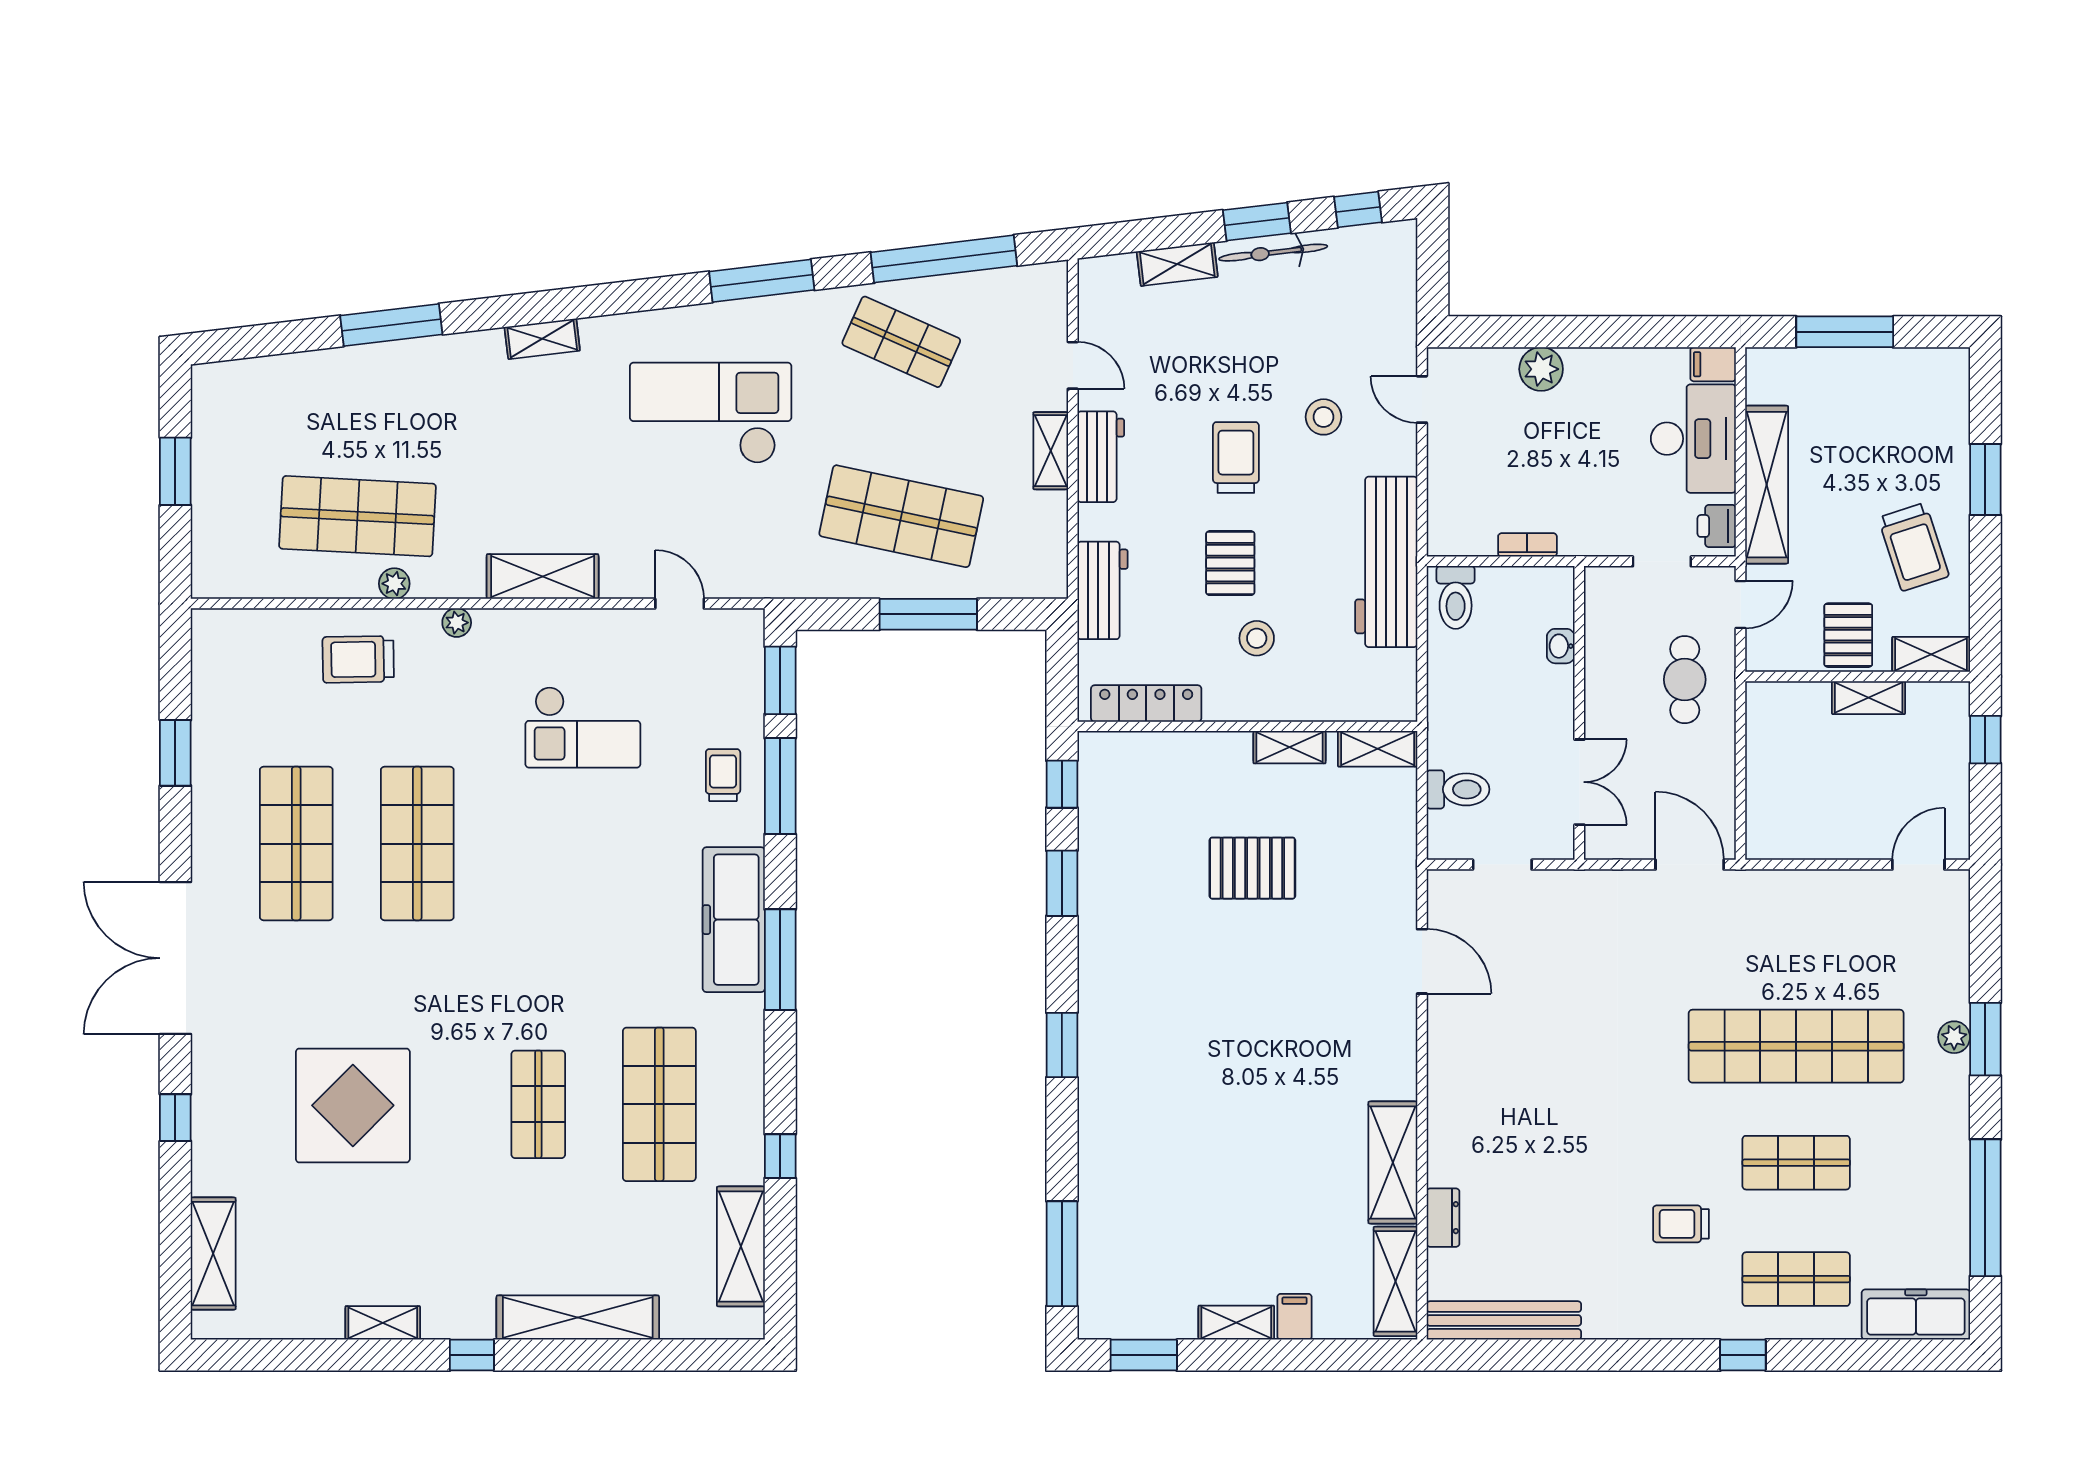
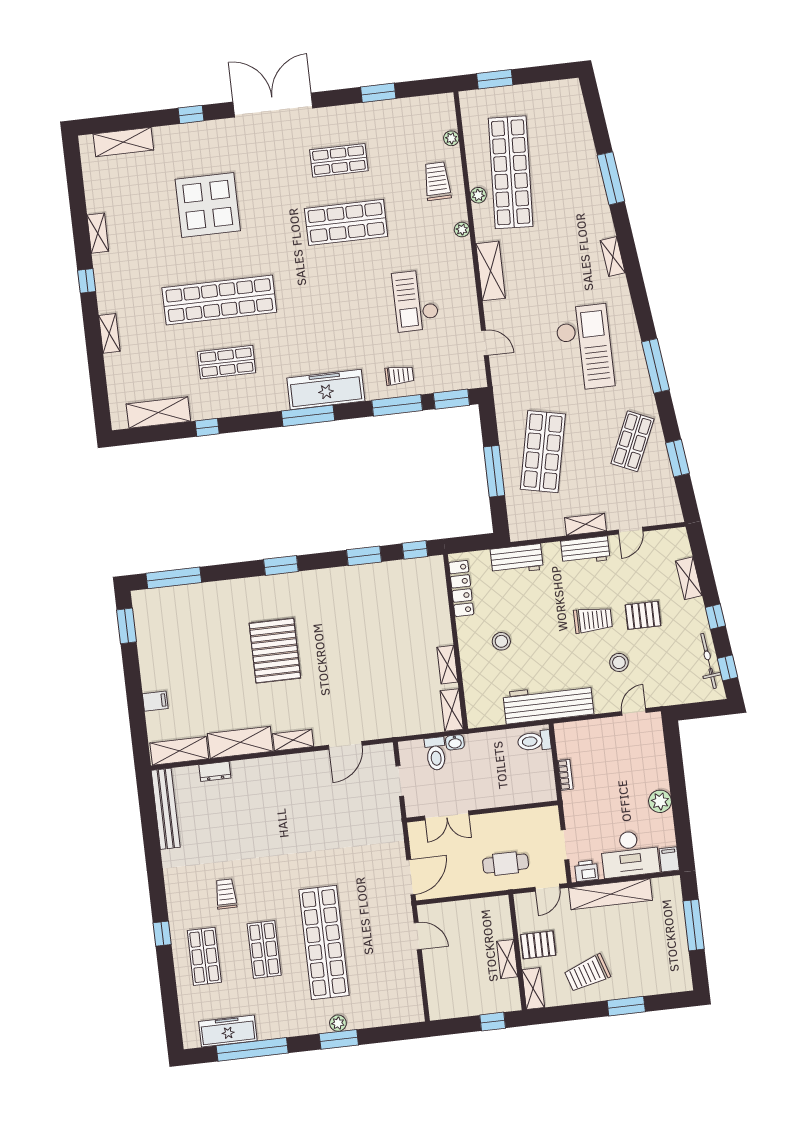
window: (1257, 222) -> (715, 617), width x0.67
bicycle: (1273, 253) -> (709, 661), moved
window: (944, 259) -> (678, 458), width x0.47
plant: (1541, 369) -> (660, 801), moved
window: (175, 471) -> (495, 79), moved
shop shelf: (357, 516) -> (511, 172), width x1.40
pallet: (1230, 563) -> (643, 615), moved
door: (680, 604) -> (485, 343), hinge flipped
door: (1740, 605) -> (547, 888), hinge flipped
plant: (279, 623) -> (451, 138), added
washbasin: (1561, 646) -> (455, 742), moved, turned 180
shop shelf: (296, 844) -> (339, 160), width x0.70, depth x0.74
door: (1918, 865) -> (418, 936), moved
pallet: (1252, 868) -> (275, 651), moved, width x1.37, depth x1.41
shop shelf: (538, 1104) -> (219, 300), width x2.00, depth x1.36
shop shelf: (659, 1104) -> (227, 362), width x0.70, depth x0.74
freezer: (1916, 1315) -> (228, 1031), moved, turned -90
shelving: (578, 1318) -> (109, 333), width x0.45, depth x0.75
shelving: (1236, 1323) -> (293, 740), moved, turned 90

